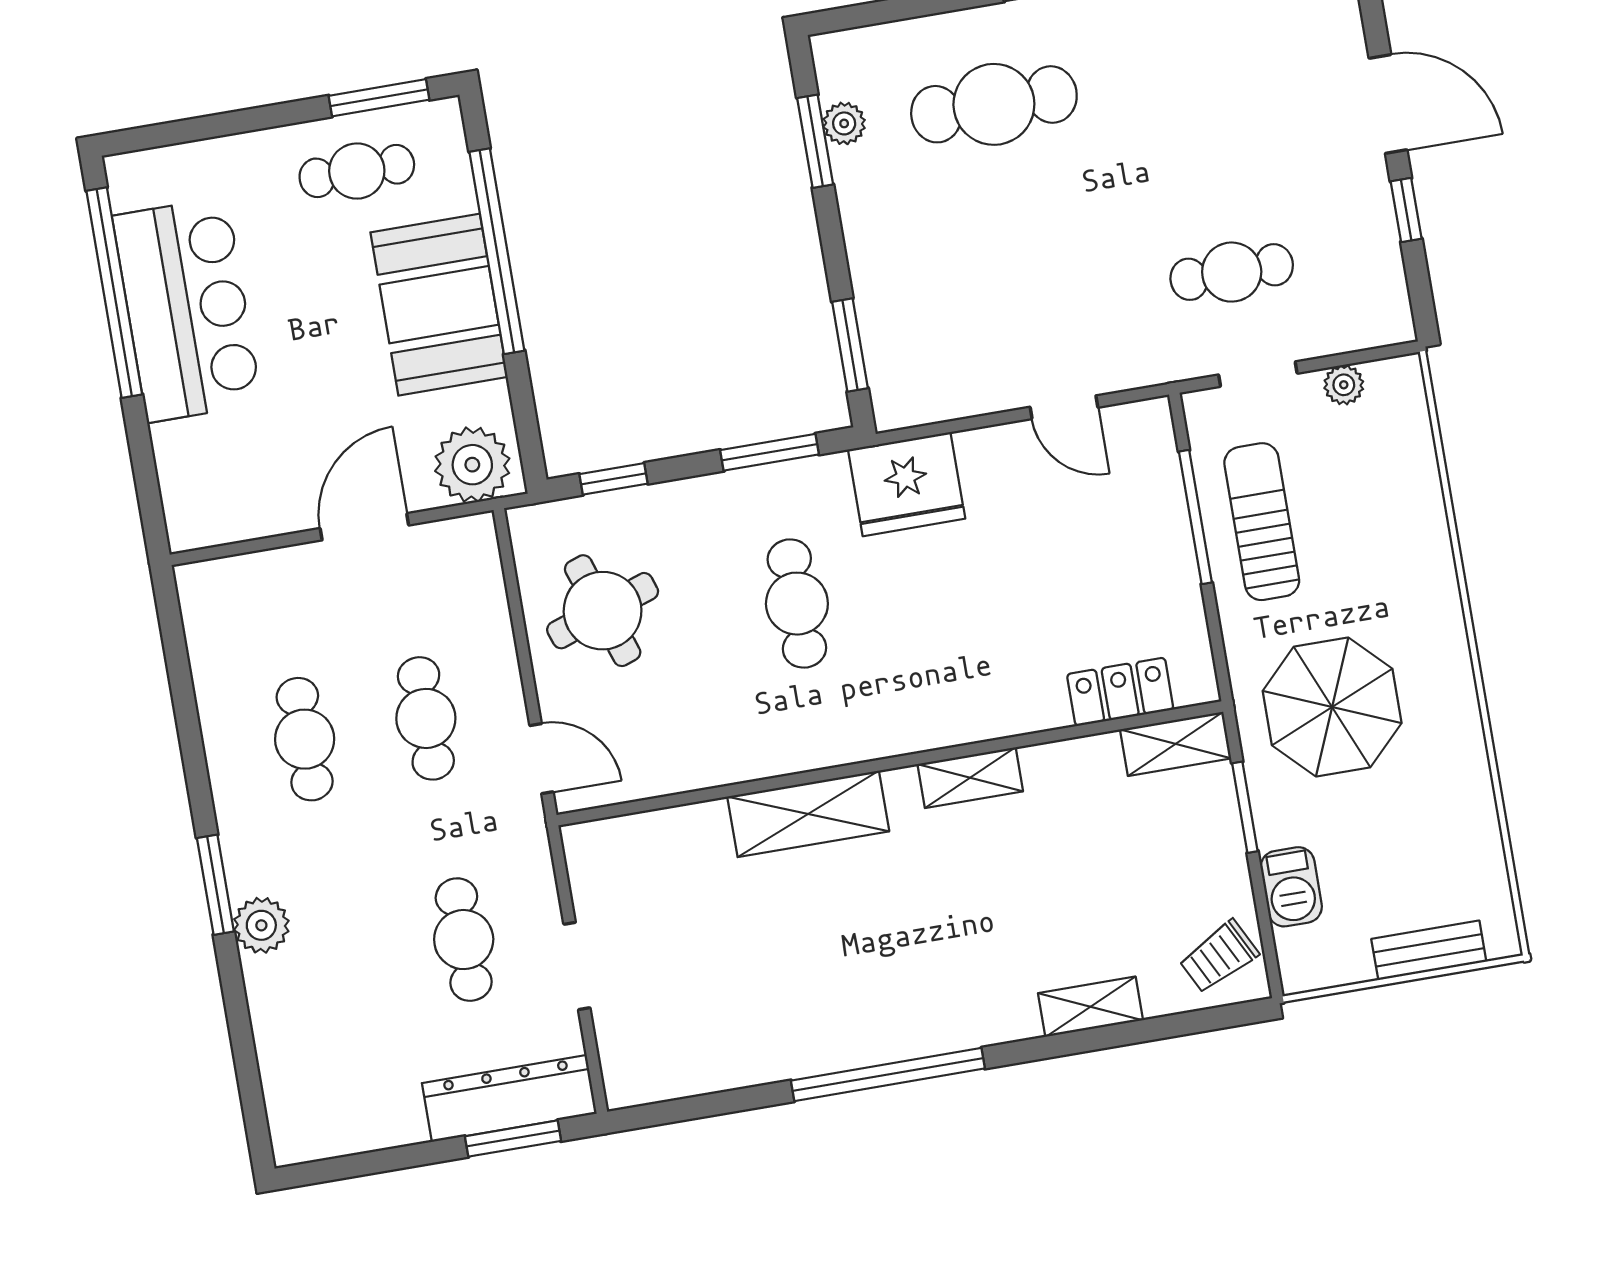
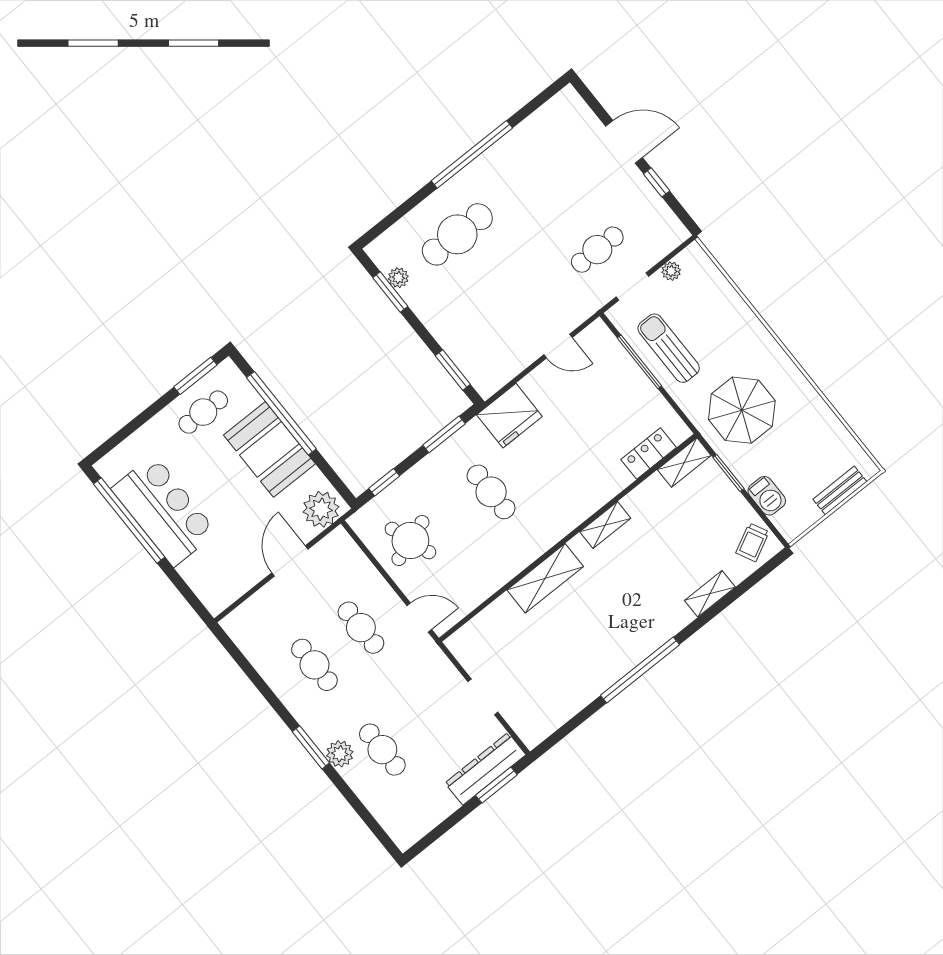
cafe table: (464, 940) -> (382, 750), moved

